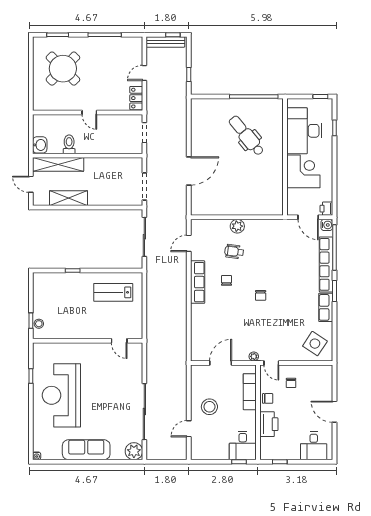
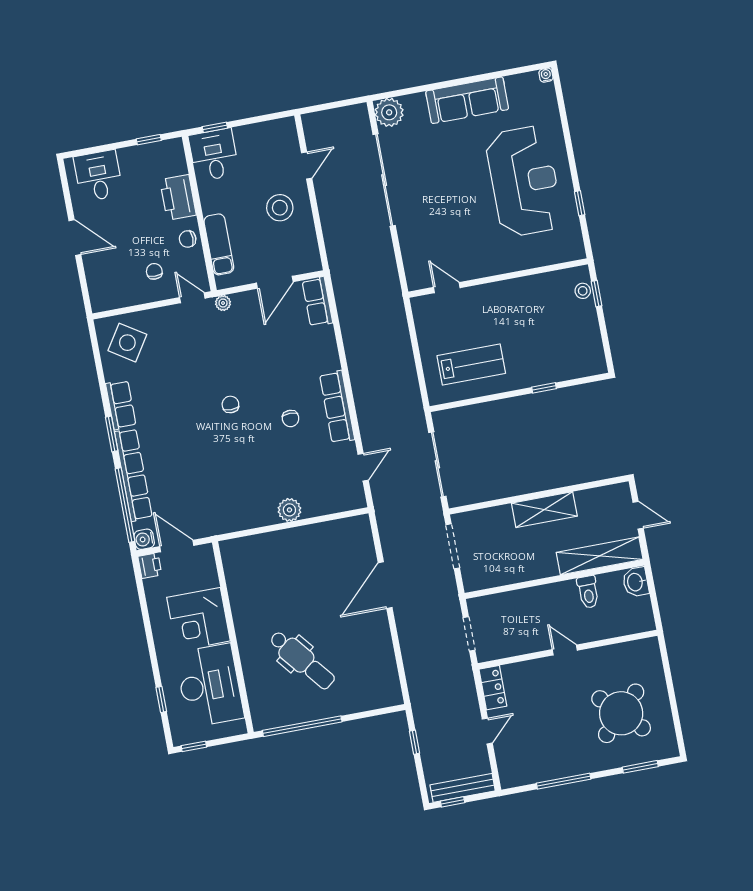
shelving: (69, 198) -> (544, 510), moved
wheelchair: (234, 252) -> (287, 468), removed
row of seats: (198, 347) -> (317, 302), added

